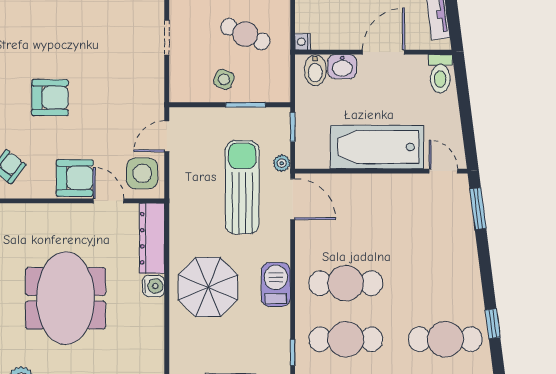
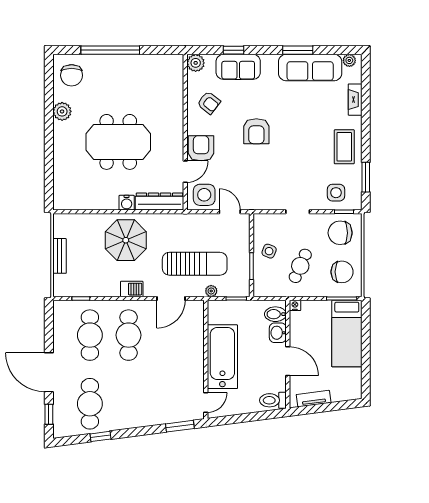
armchair: (75, 178) -> (201, 148), turned 180
door: (293, 199) -> (171, 298), moved
barbecue: (276, 285) -> (132, 289), width x0.73, depth x0.79

